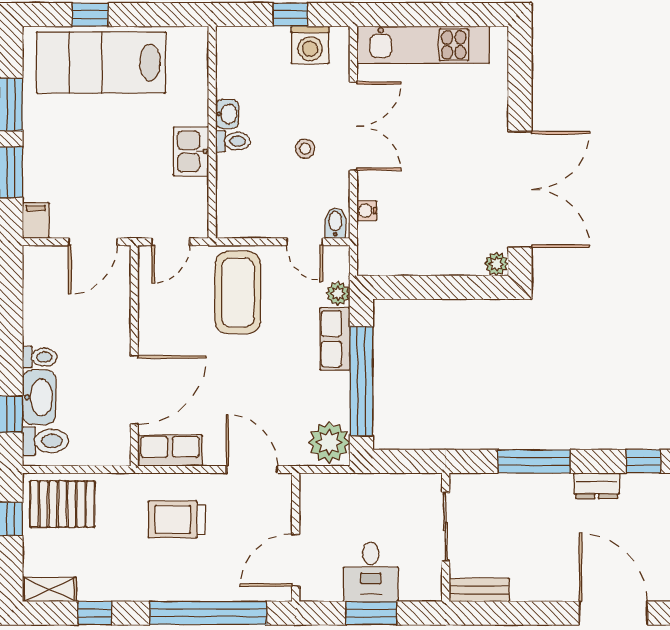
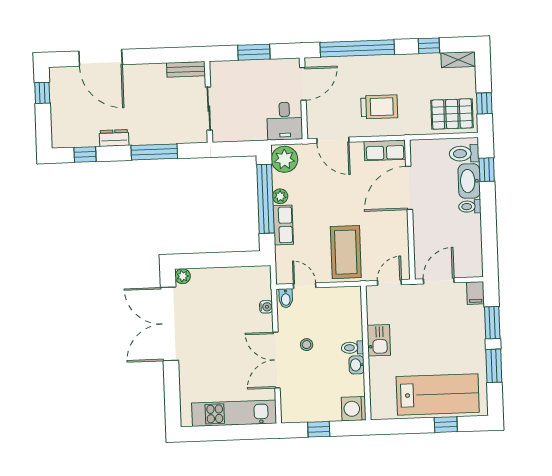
washing machine: (310, 45) -> (354, 409), moved, turned -90
plant: (338, 293) -> (280, 196), moved
desk: (371, 572) -> (285, 121), moved, turned 180

